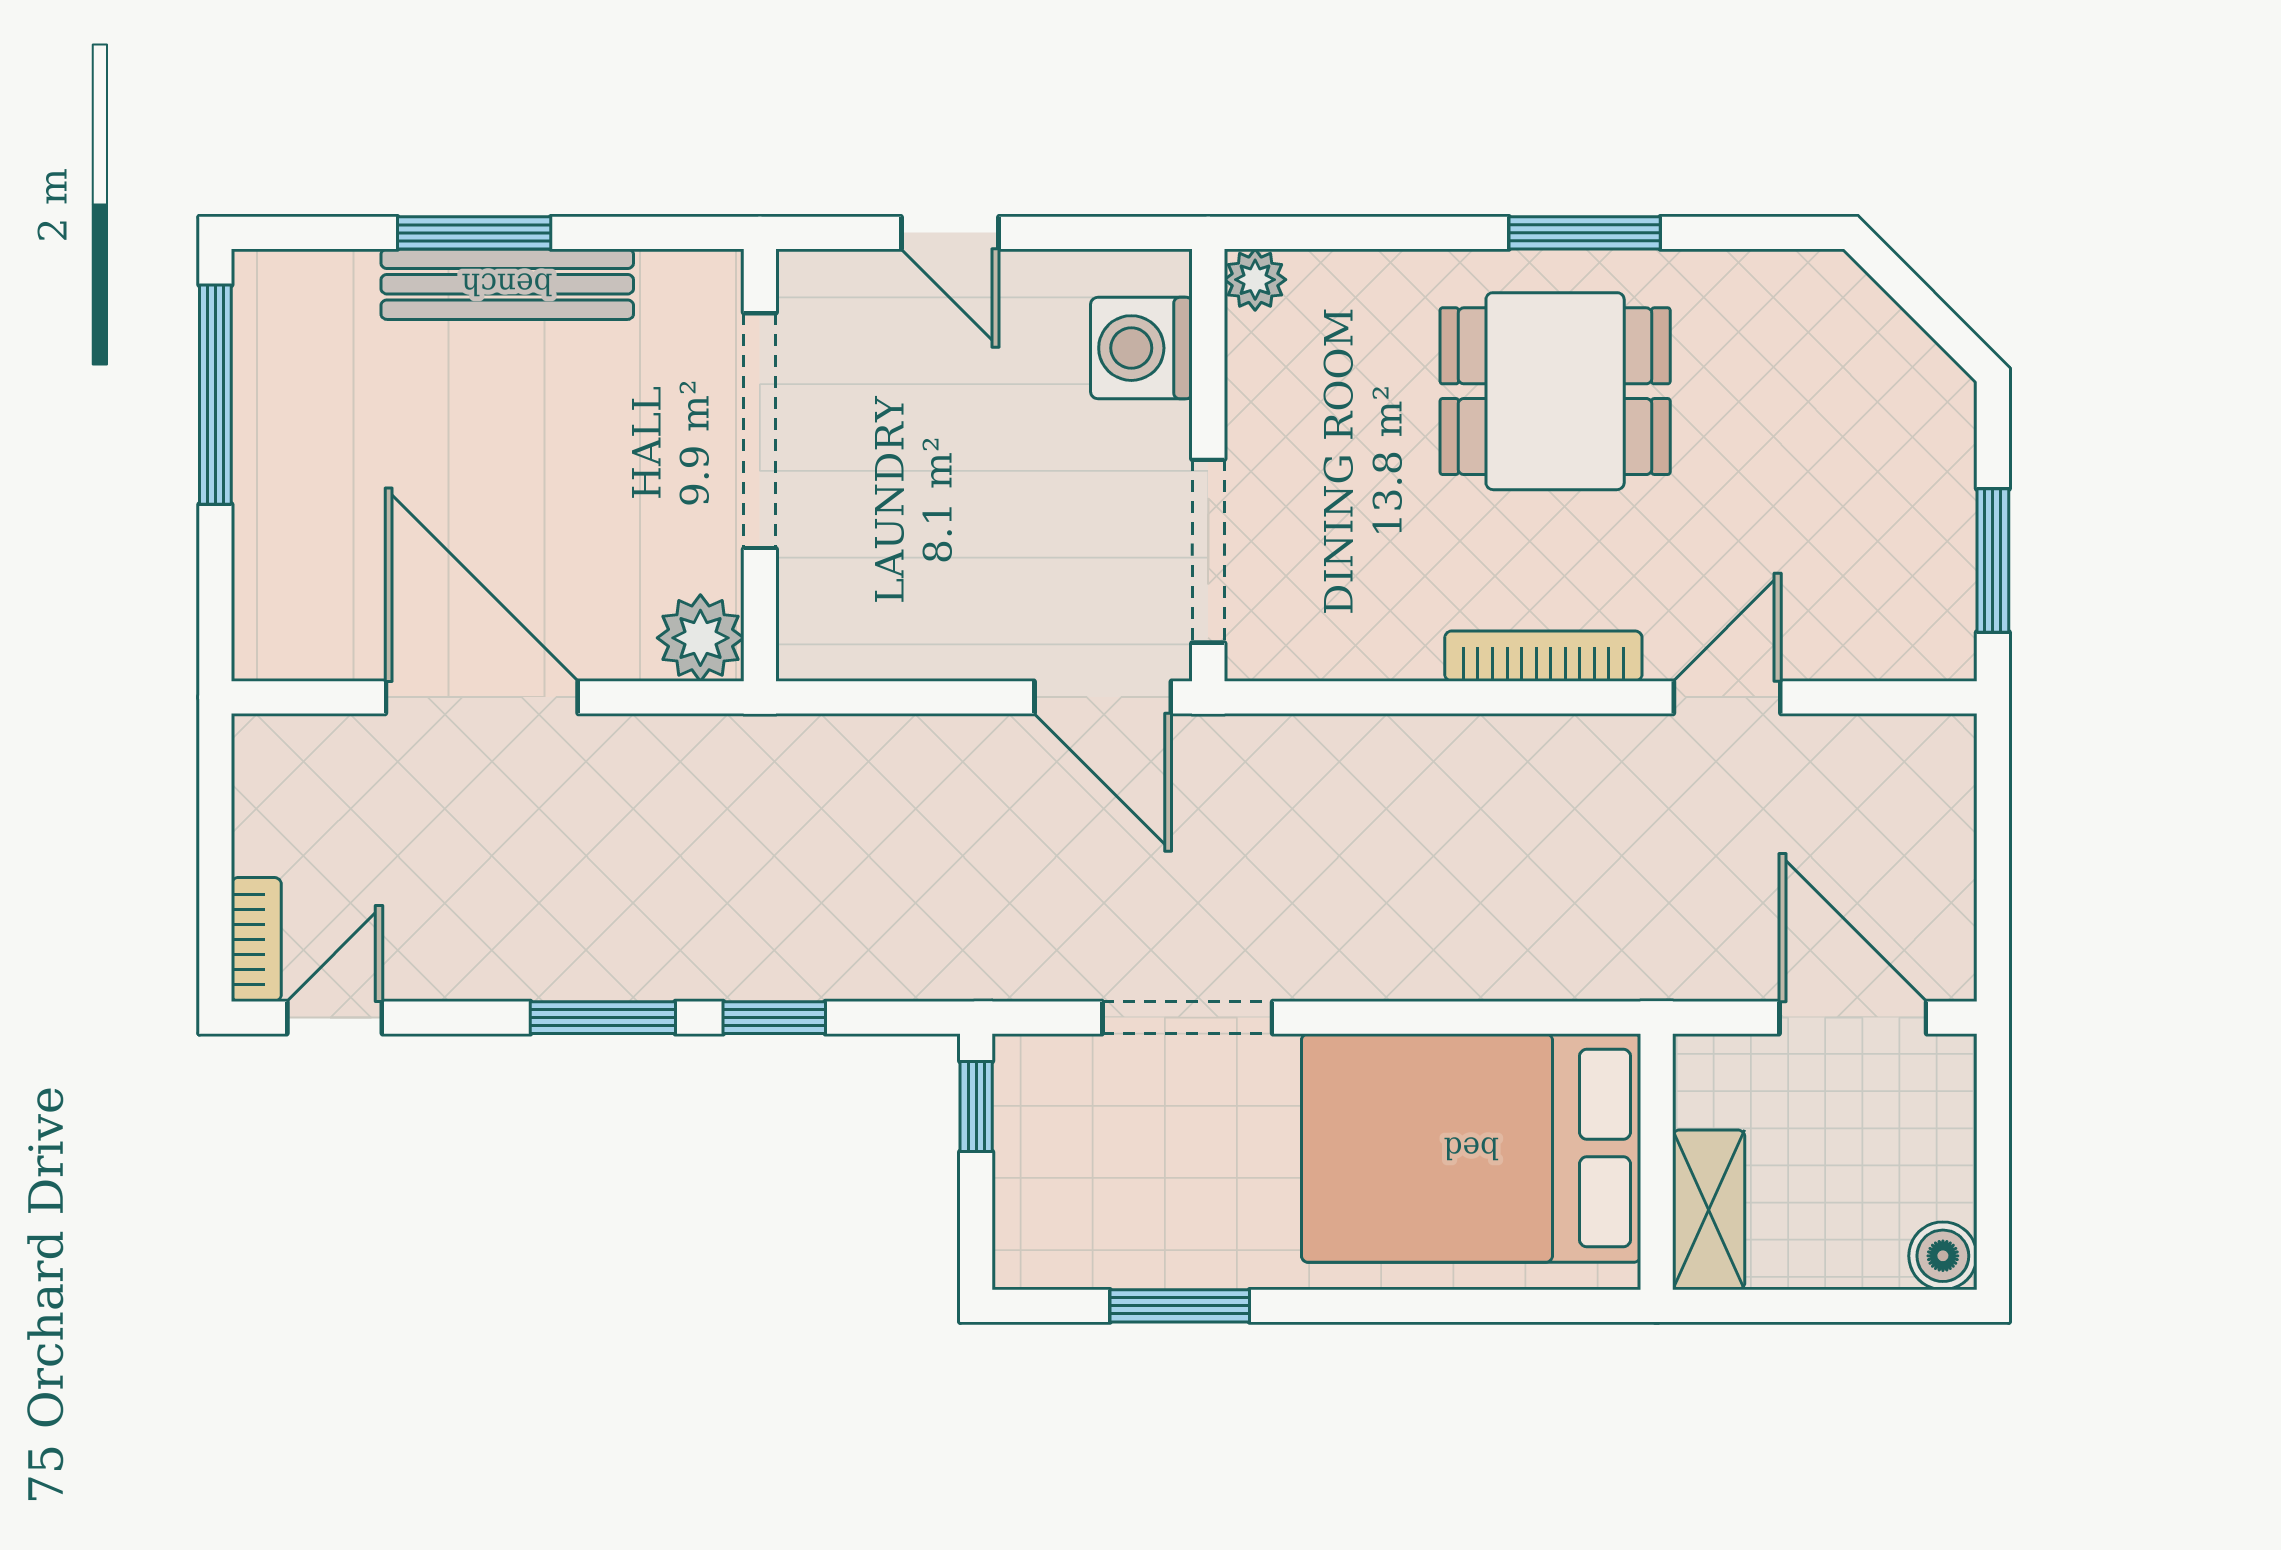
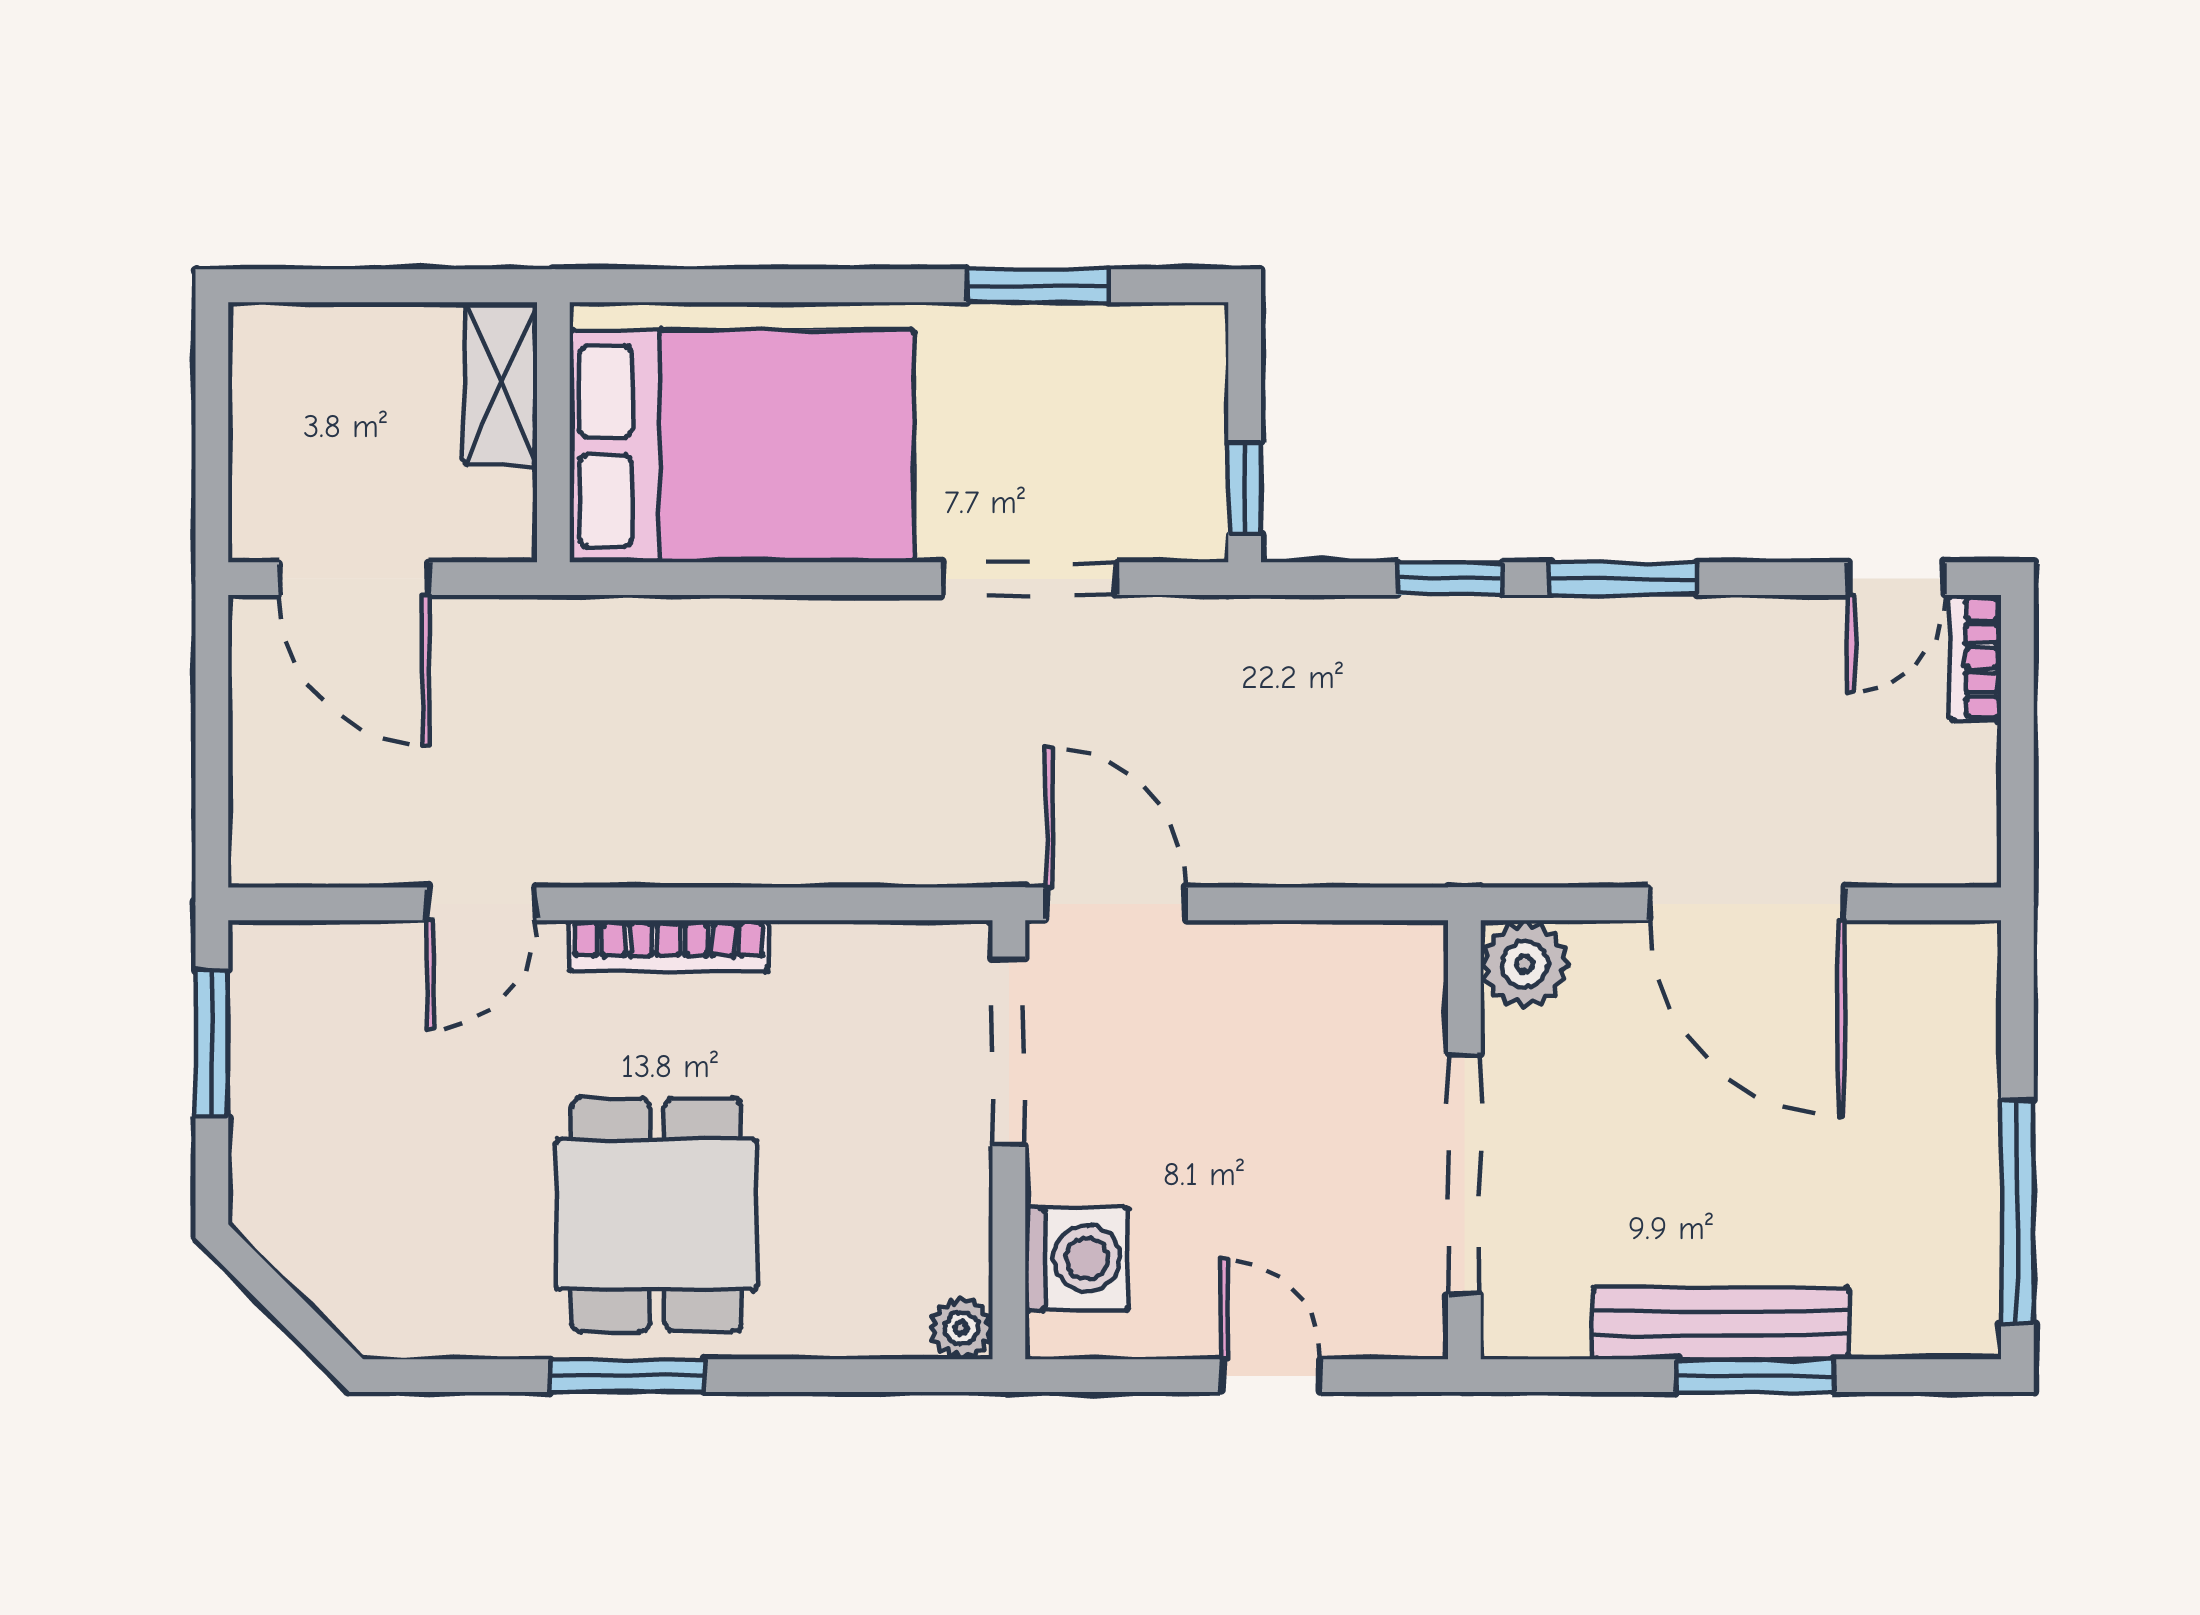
dining table: (1555, 391) -> (657, 1215), turned 90
boiler: (1943, 1256) -> (263, 337), removed

